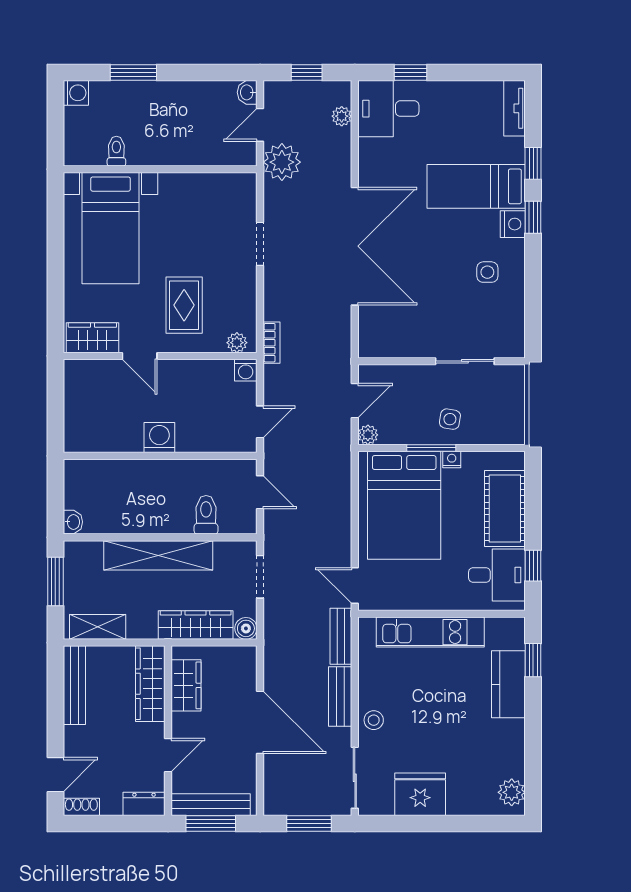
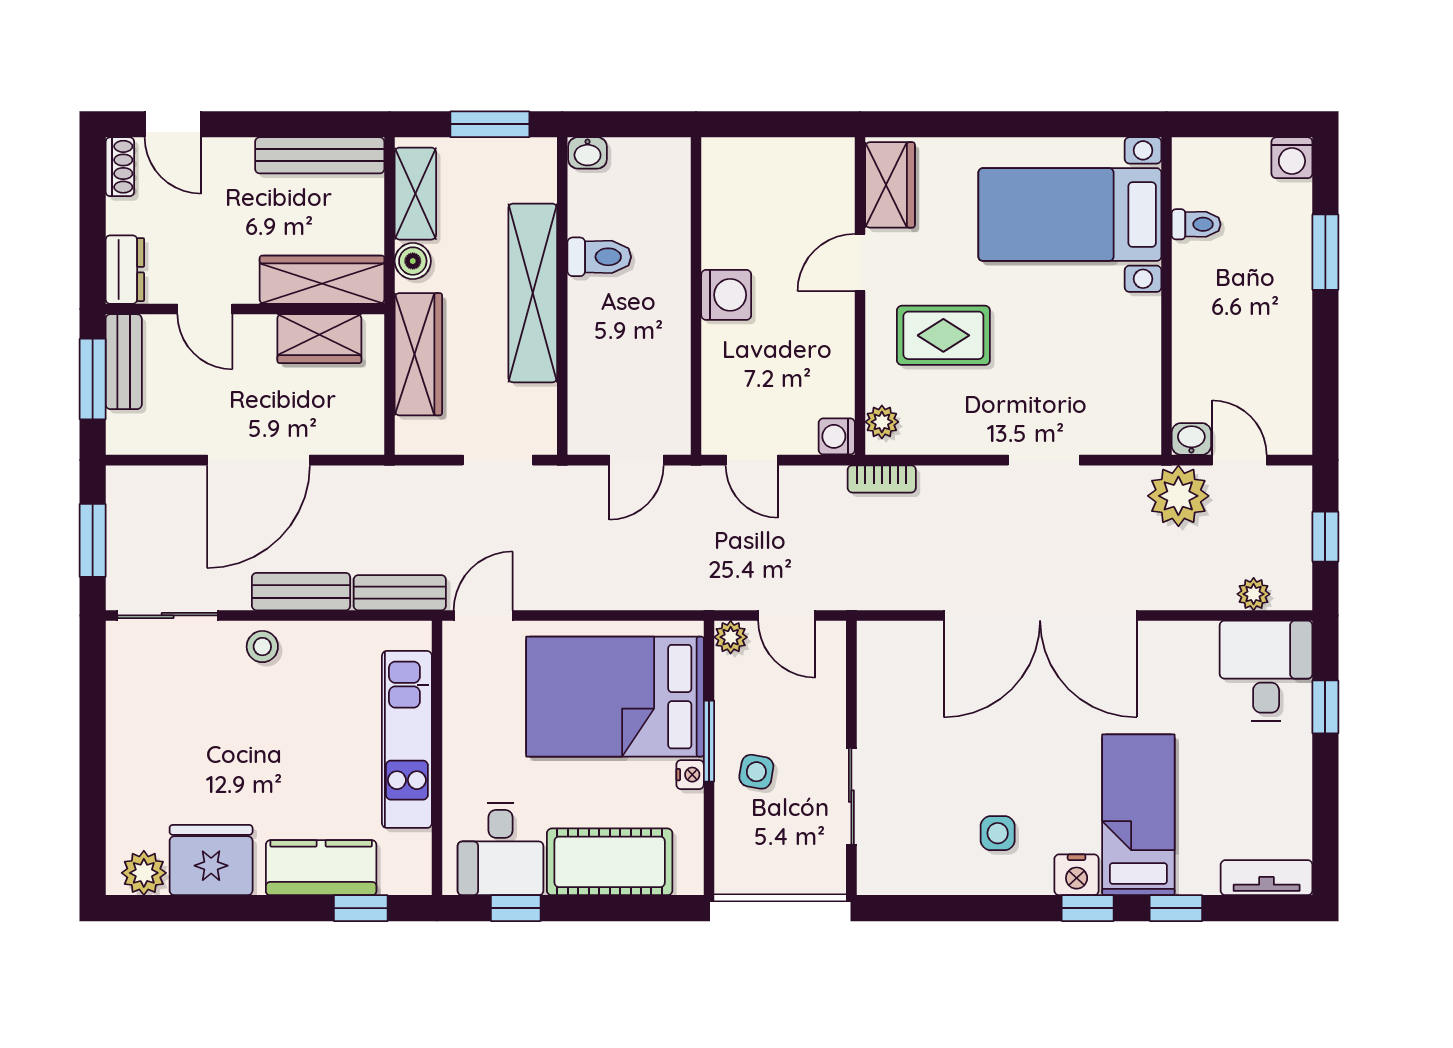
washbasin: (247, 92) -> (1191, 439), moved
toilet: (206, 515) -> (599, 257), moved
boiler: (246, 628) -> (413, 261), moved
fridge: (420, 794) -> (211, 860), moved, turned -90
bench: (211, 805) -> (124, 362), width x0.73

